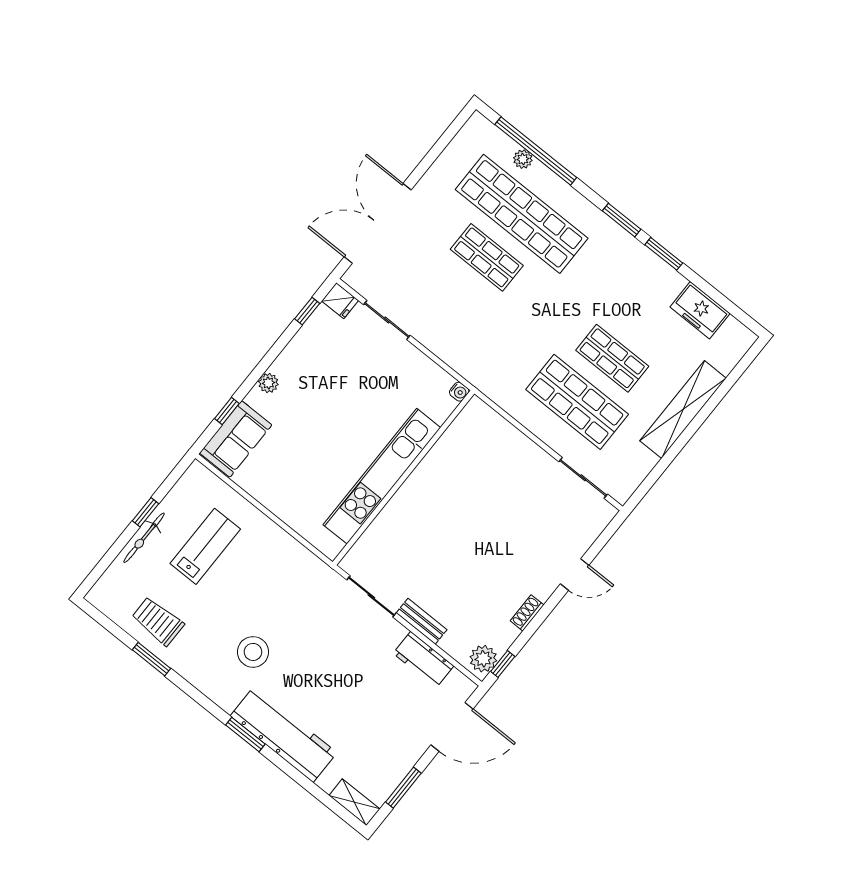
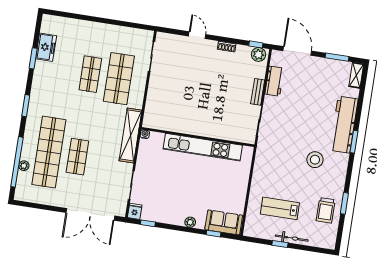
window: (664, 254) -> (33, 58), moved
shelving: (683, 409) -> (130, 135), moved, turned 90

